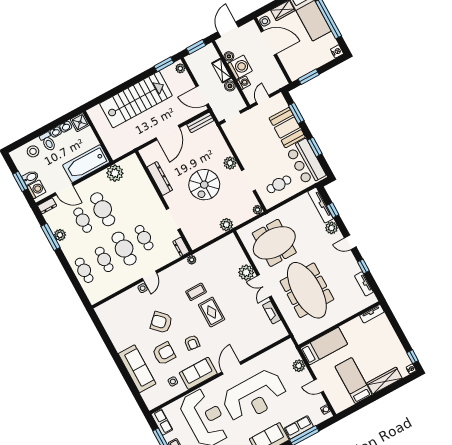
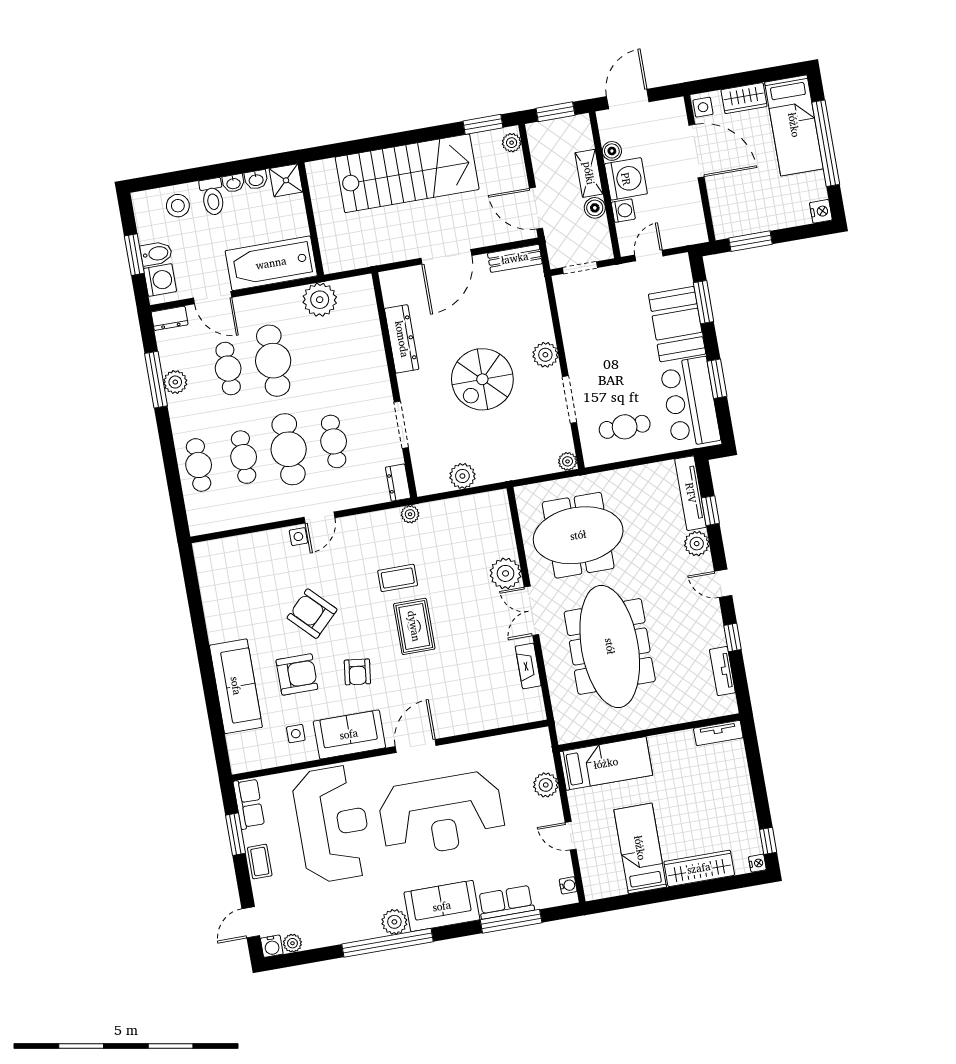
plant: (226, 225) -> (462, 476), moved

